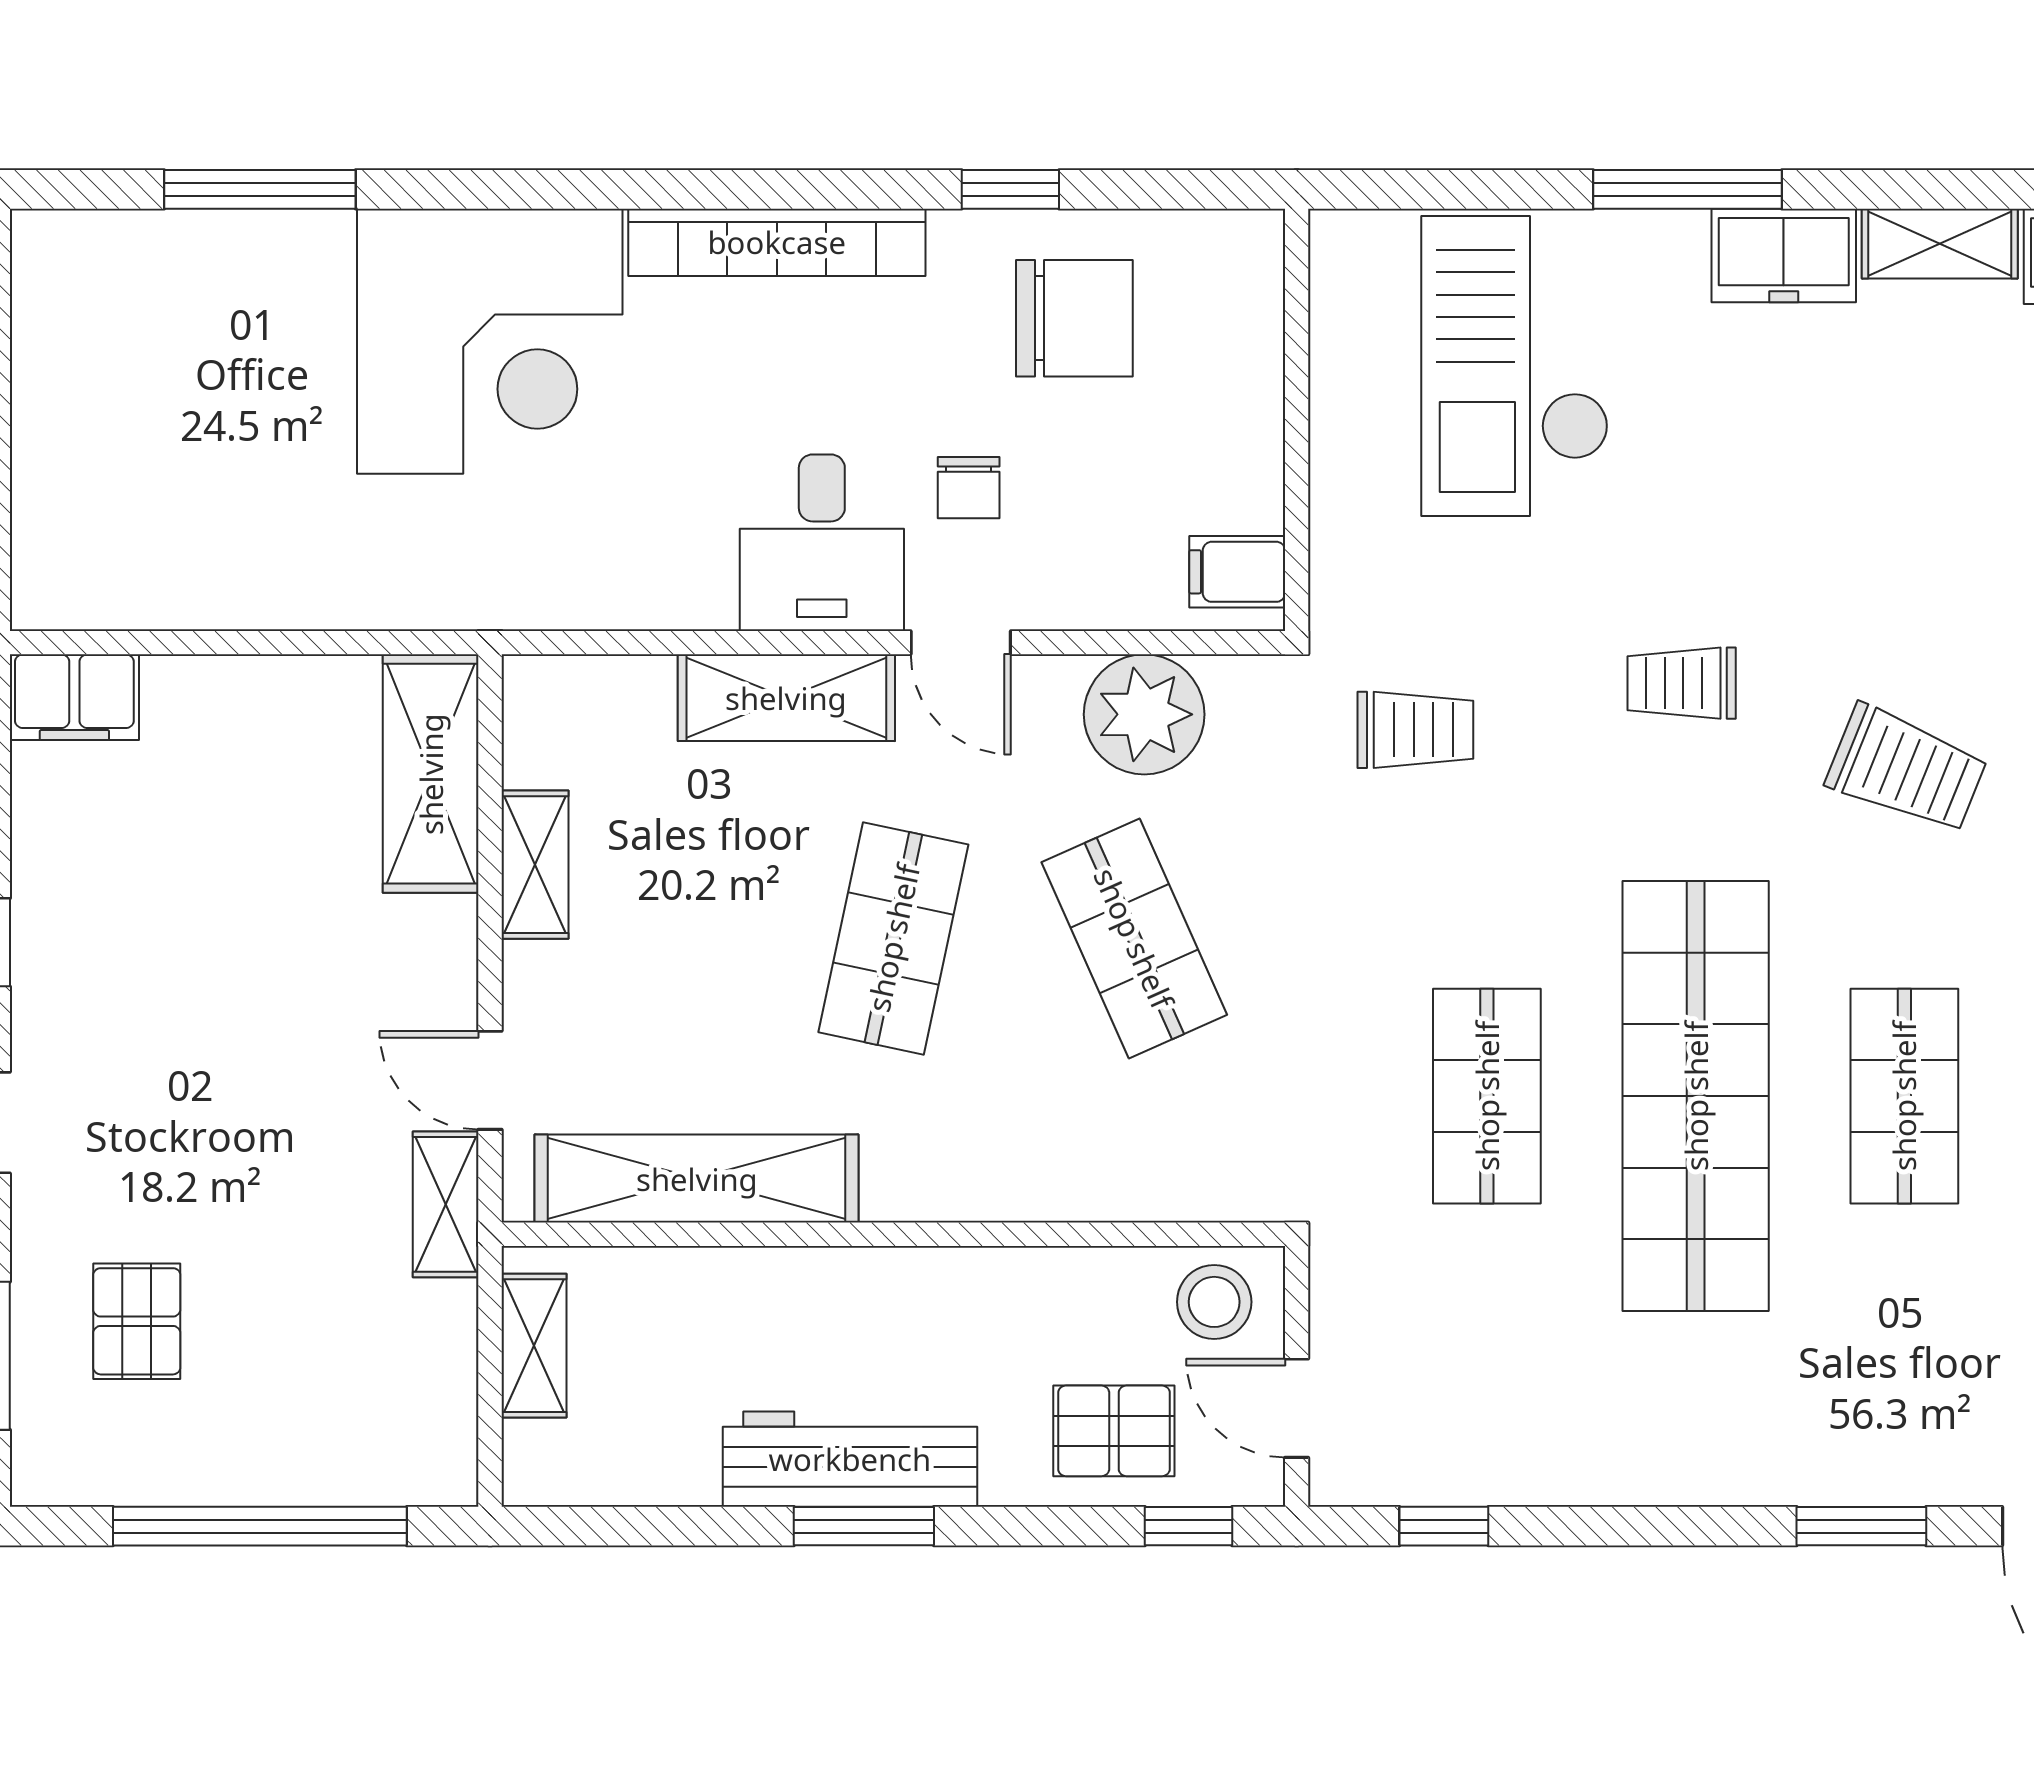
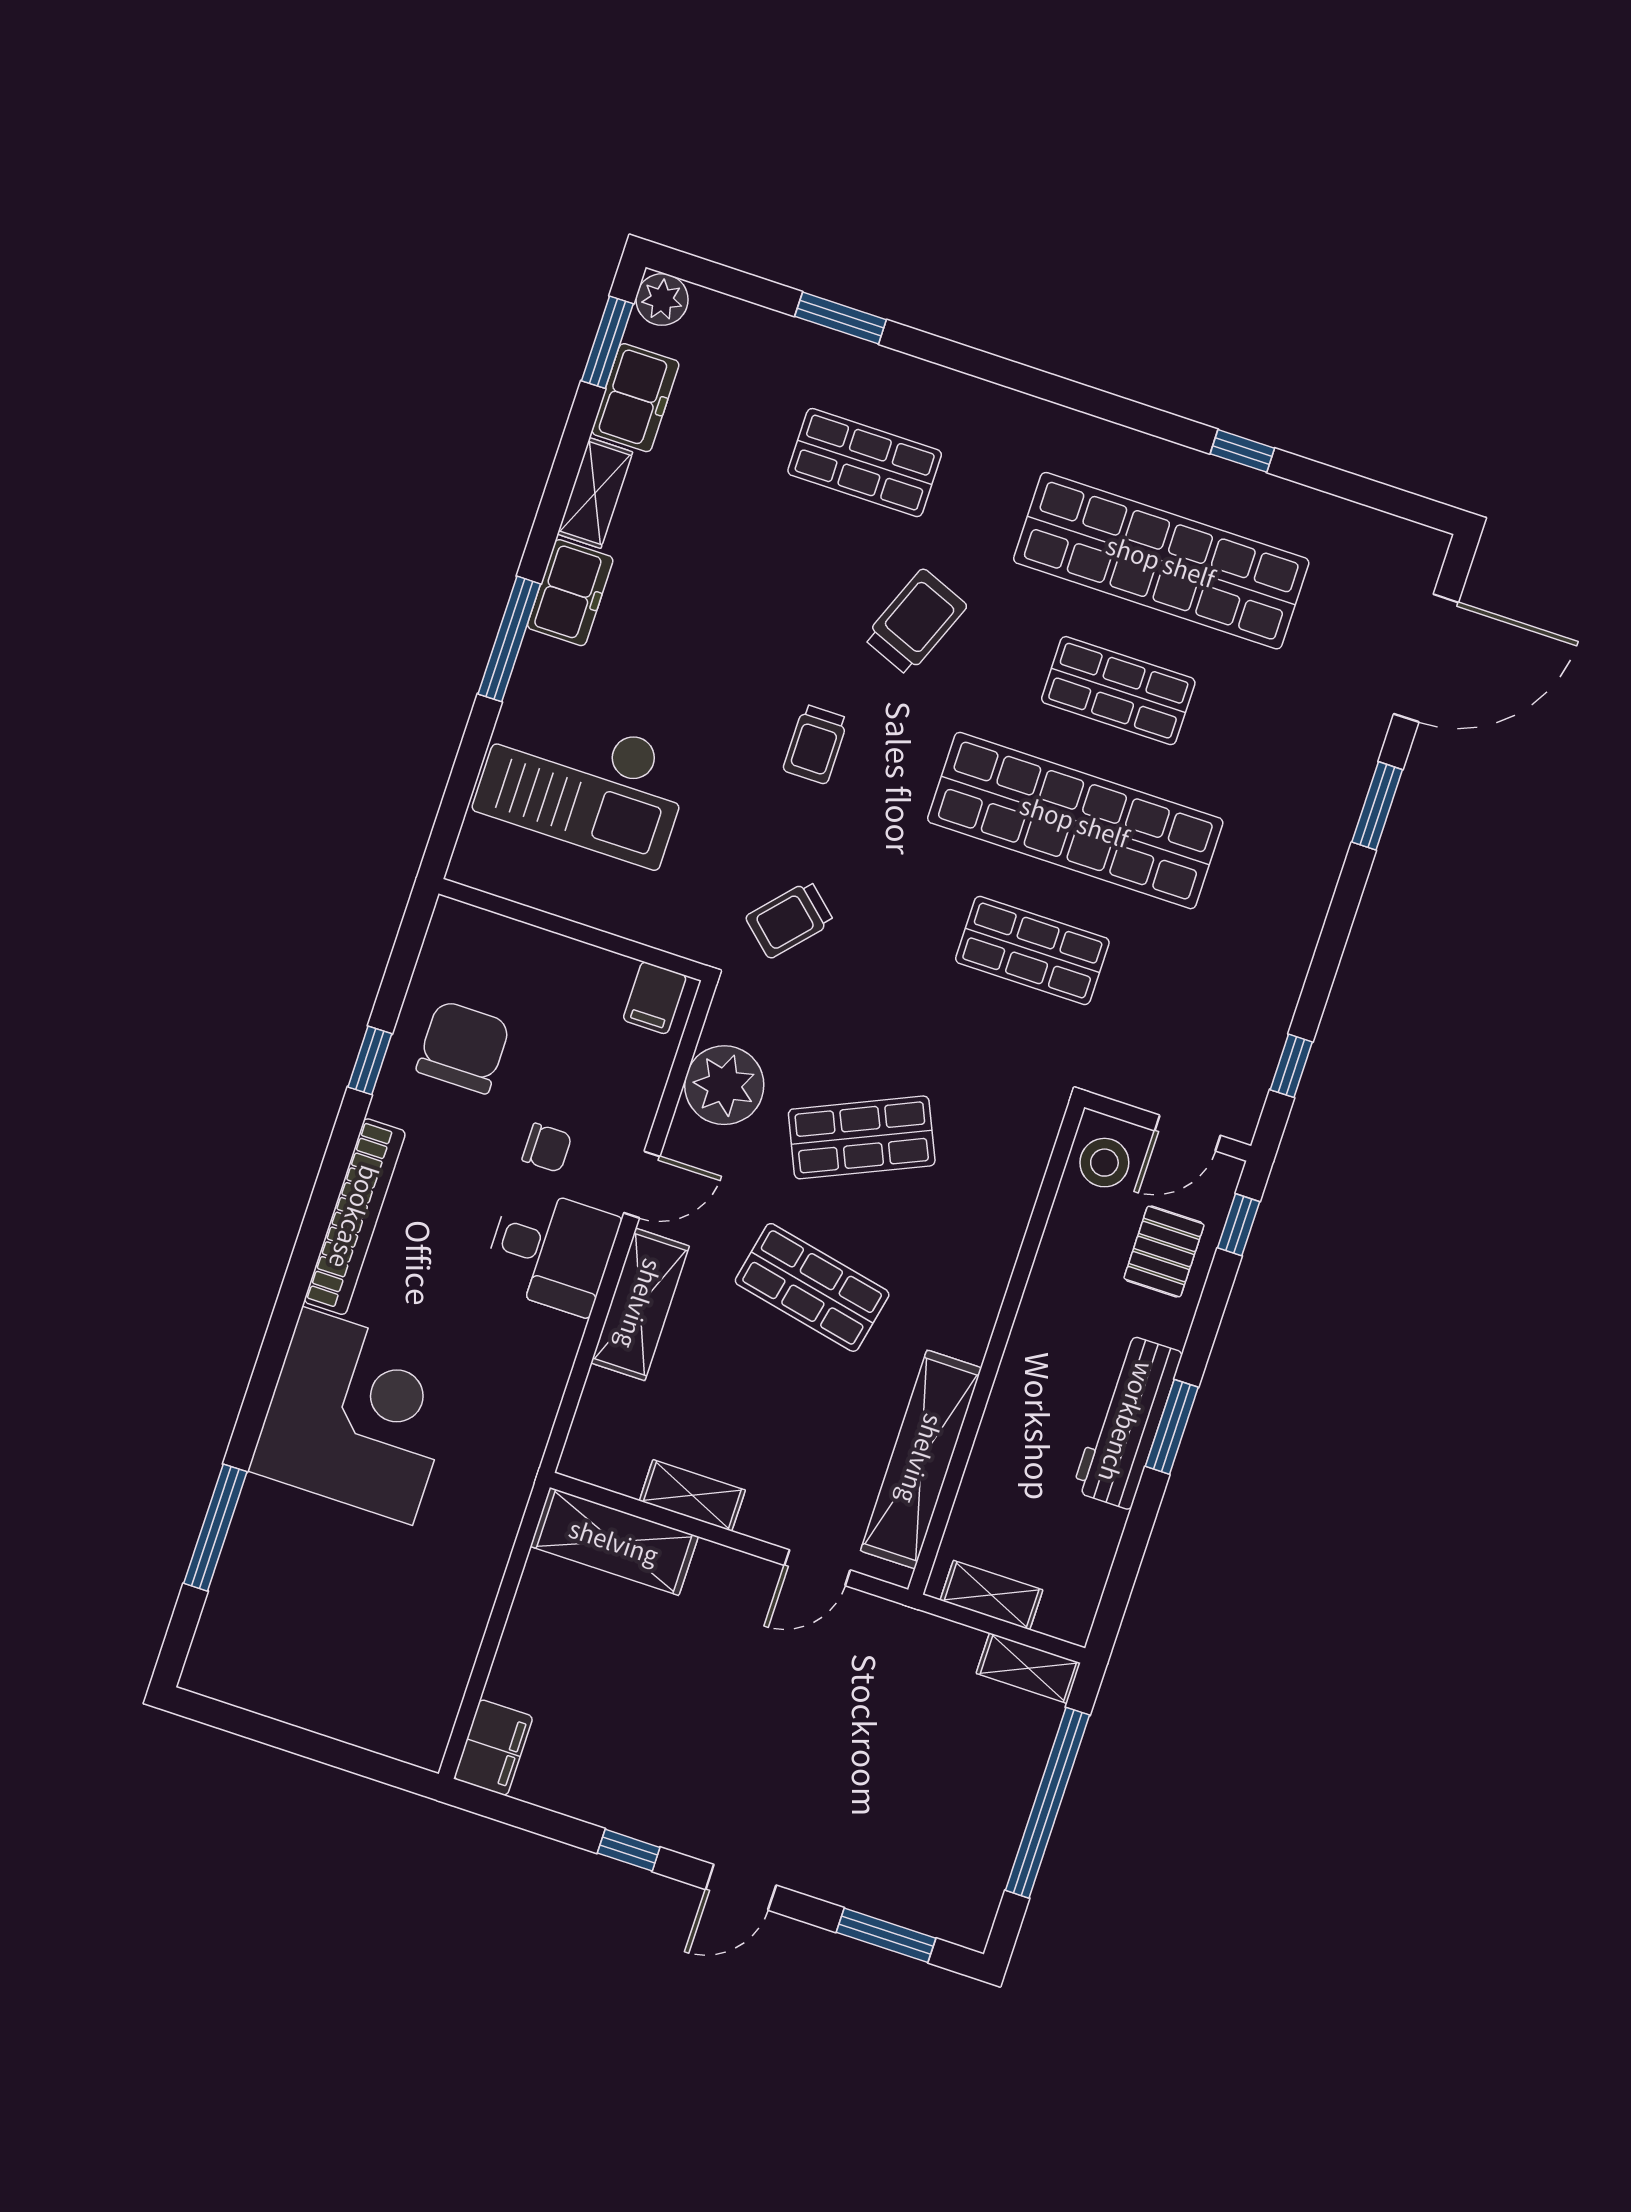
trolley: (1415, 730) -> (790, 919), turned -138
shelving: (446, 1204) -> (1028, 1668), moved
pallet: (137, 1321) -> (895, 1837), removed

